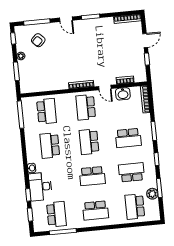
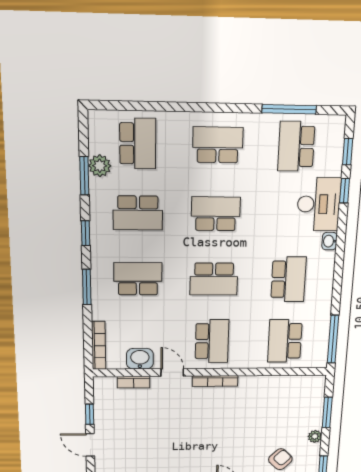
door: (145, 41) -> (90, 445), hinge flipped
school desk: (89, 142) -> (214, 279), turned 90

